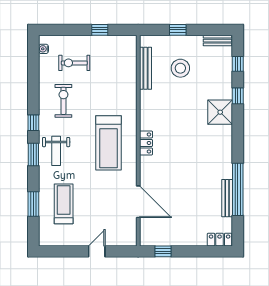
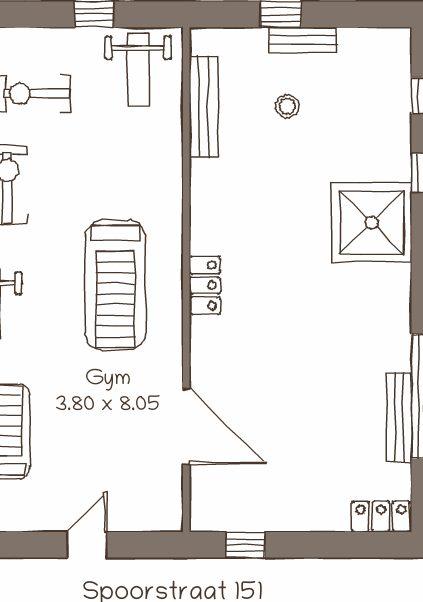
bench: (218, 41) -> (303, 40), moved
weight bench: (118, 53) -> (138, 70), added
stool: (180, 68) -> (287, 106), width x0.53, depth x0.53
shower: (220, 112) -> (372, 222), width x1.37, depth x1.37

